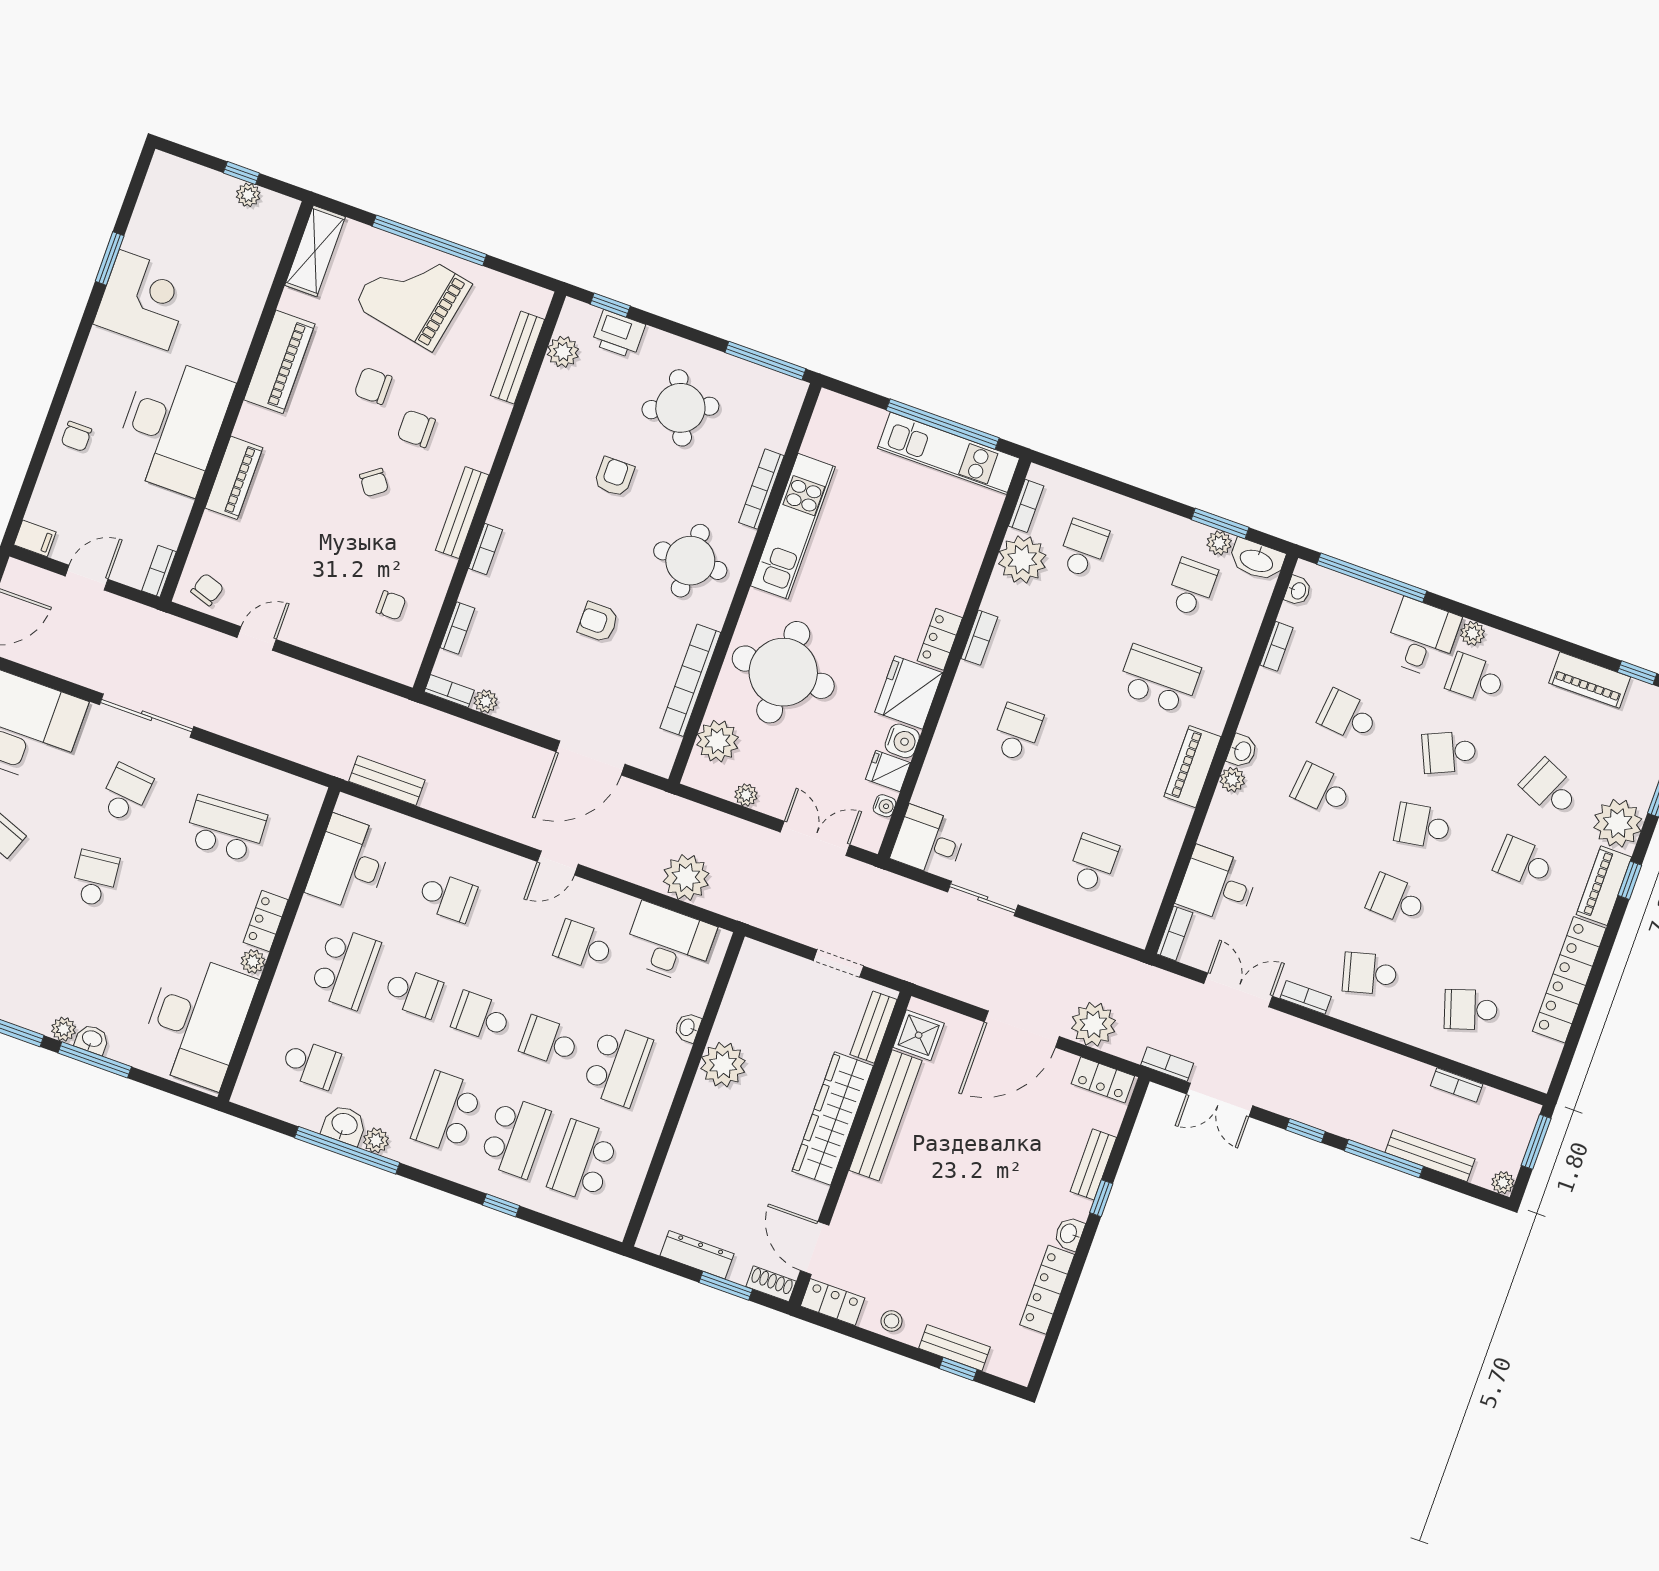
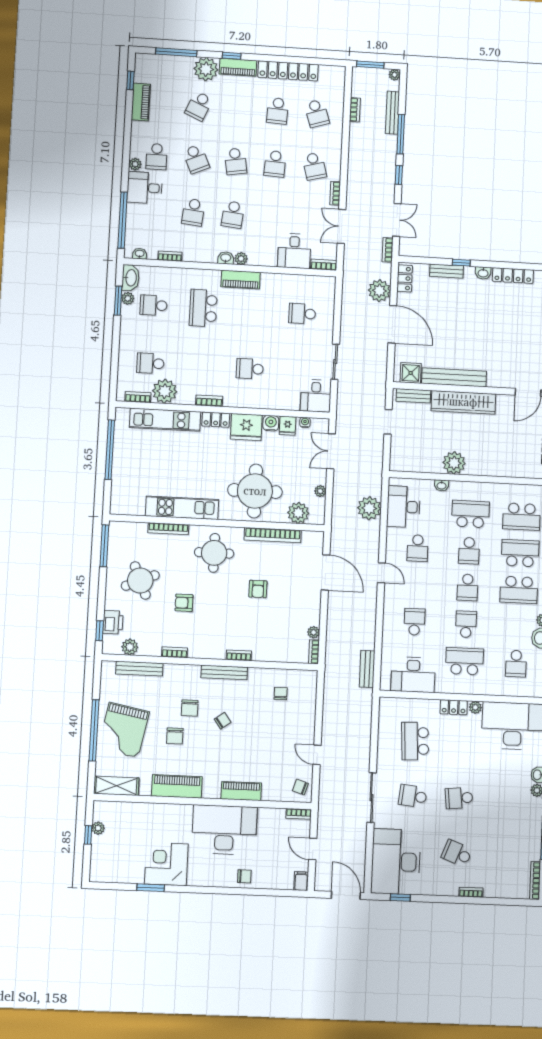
kitchen unit: (949, 453) -> (165, 420), moved, turned 90
bookcase: (457, 628) -> (175, 652), moved
school desk: (1524, 862) -> (278, 111), moved
school desk: (311, 1064) -> (516, 664), turned 180

